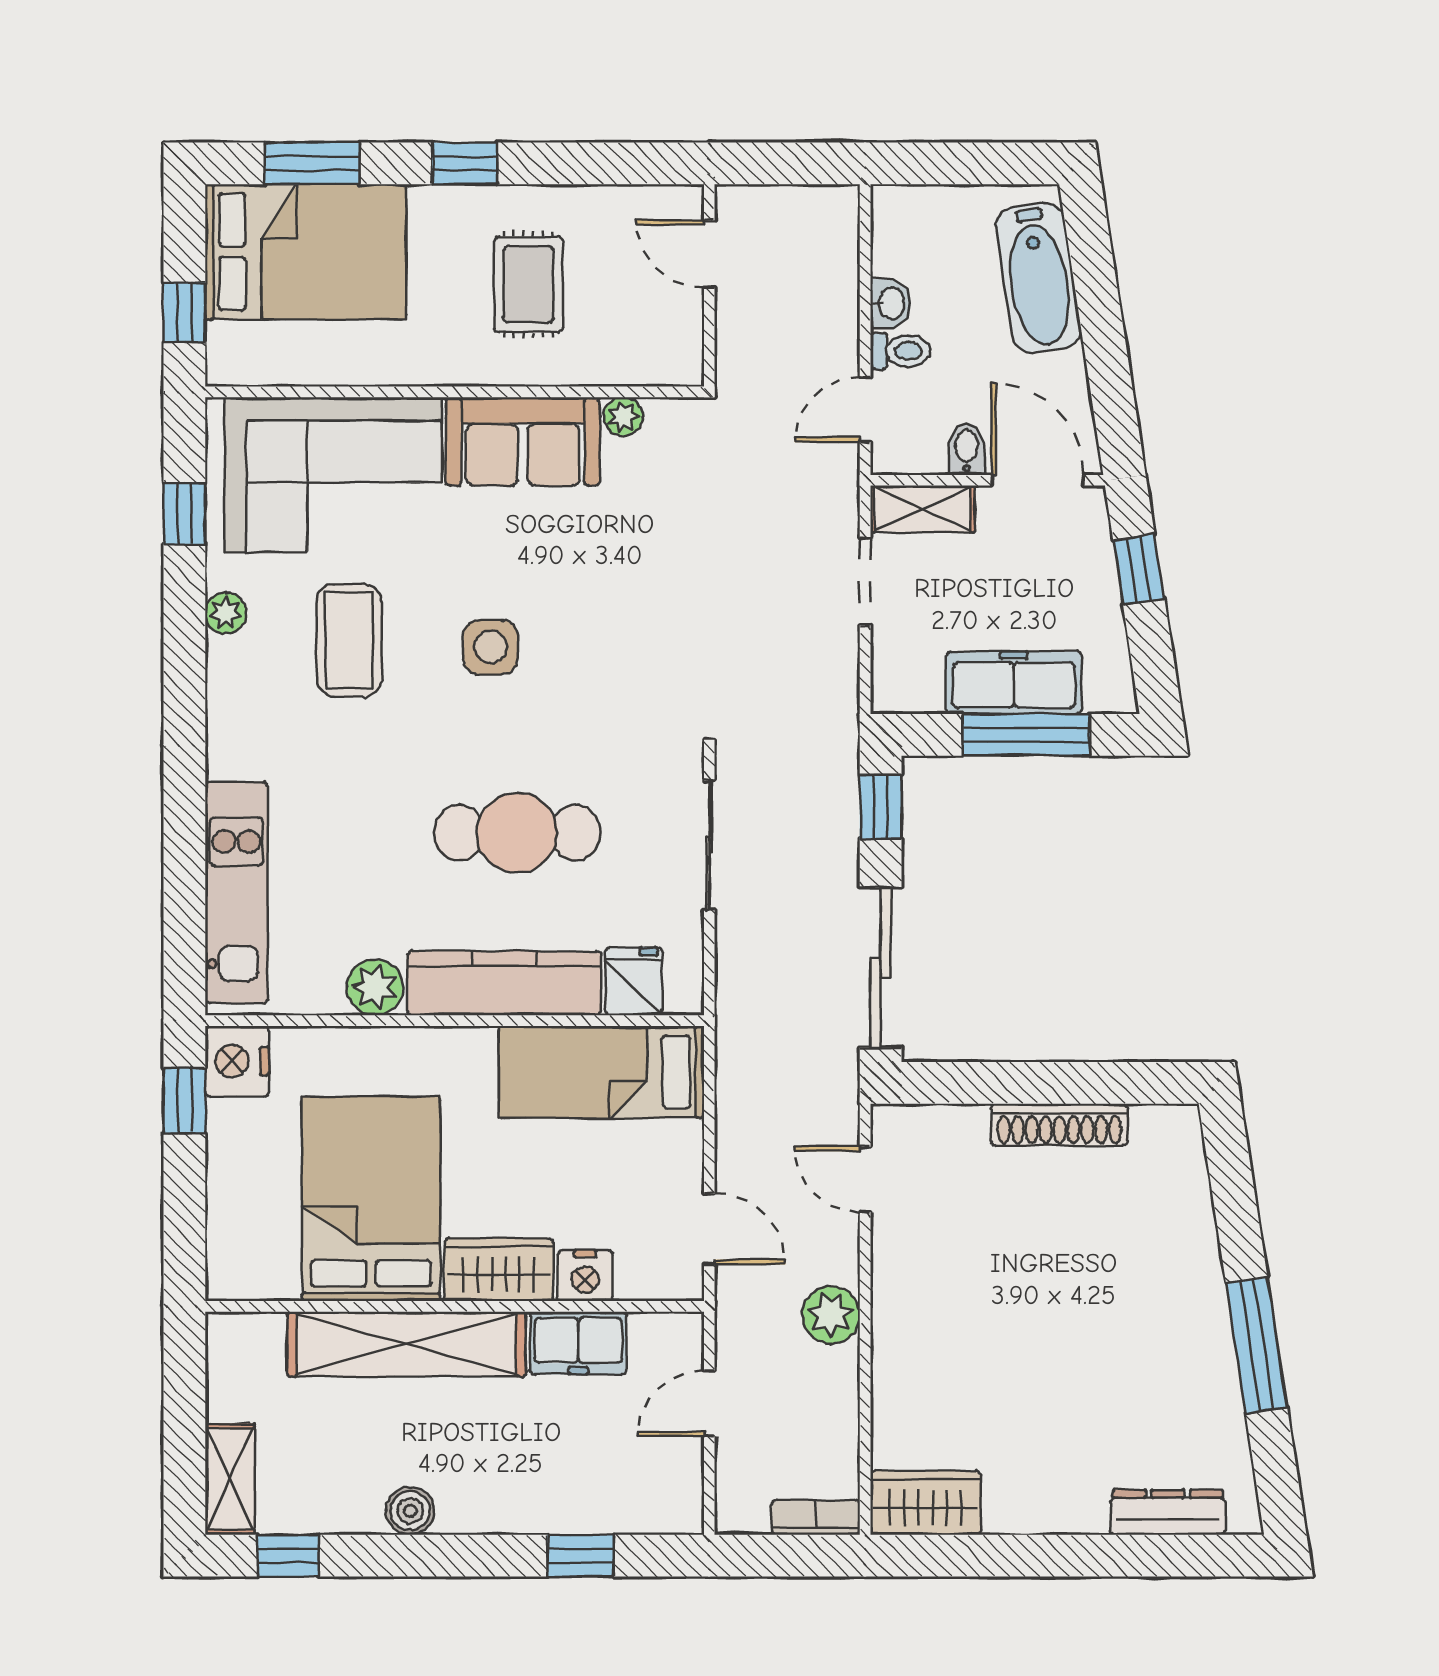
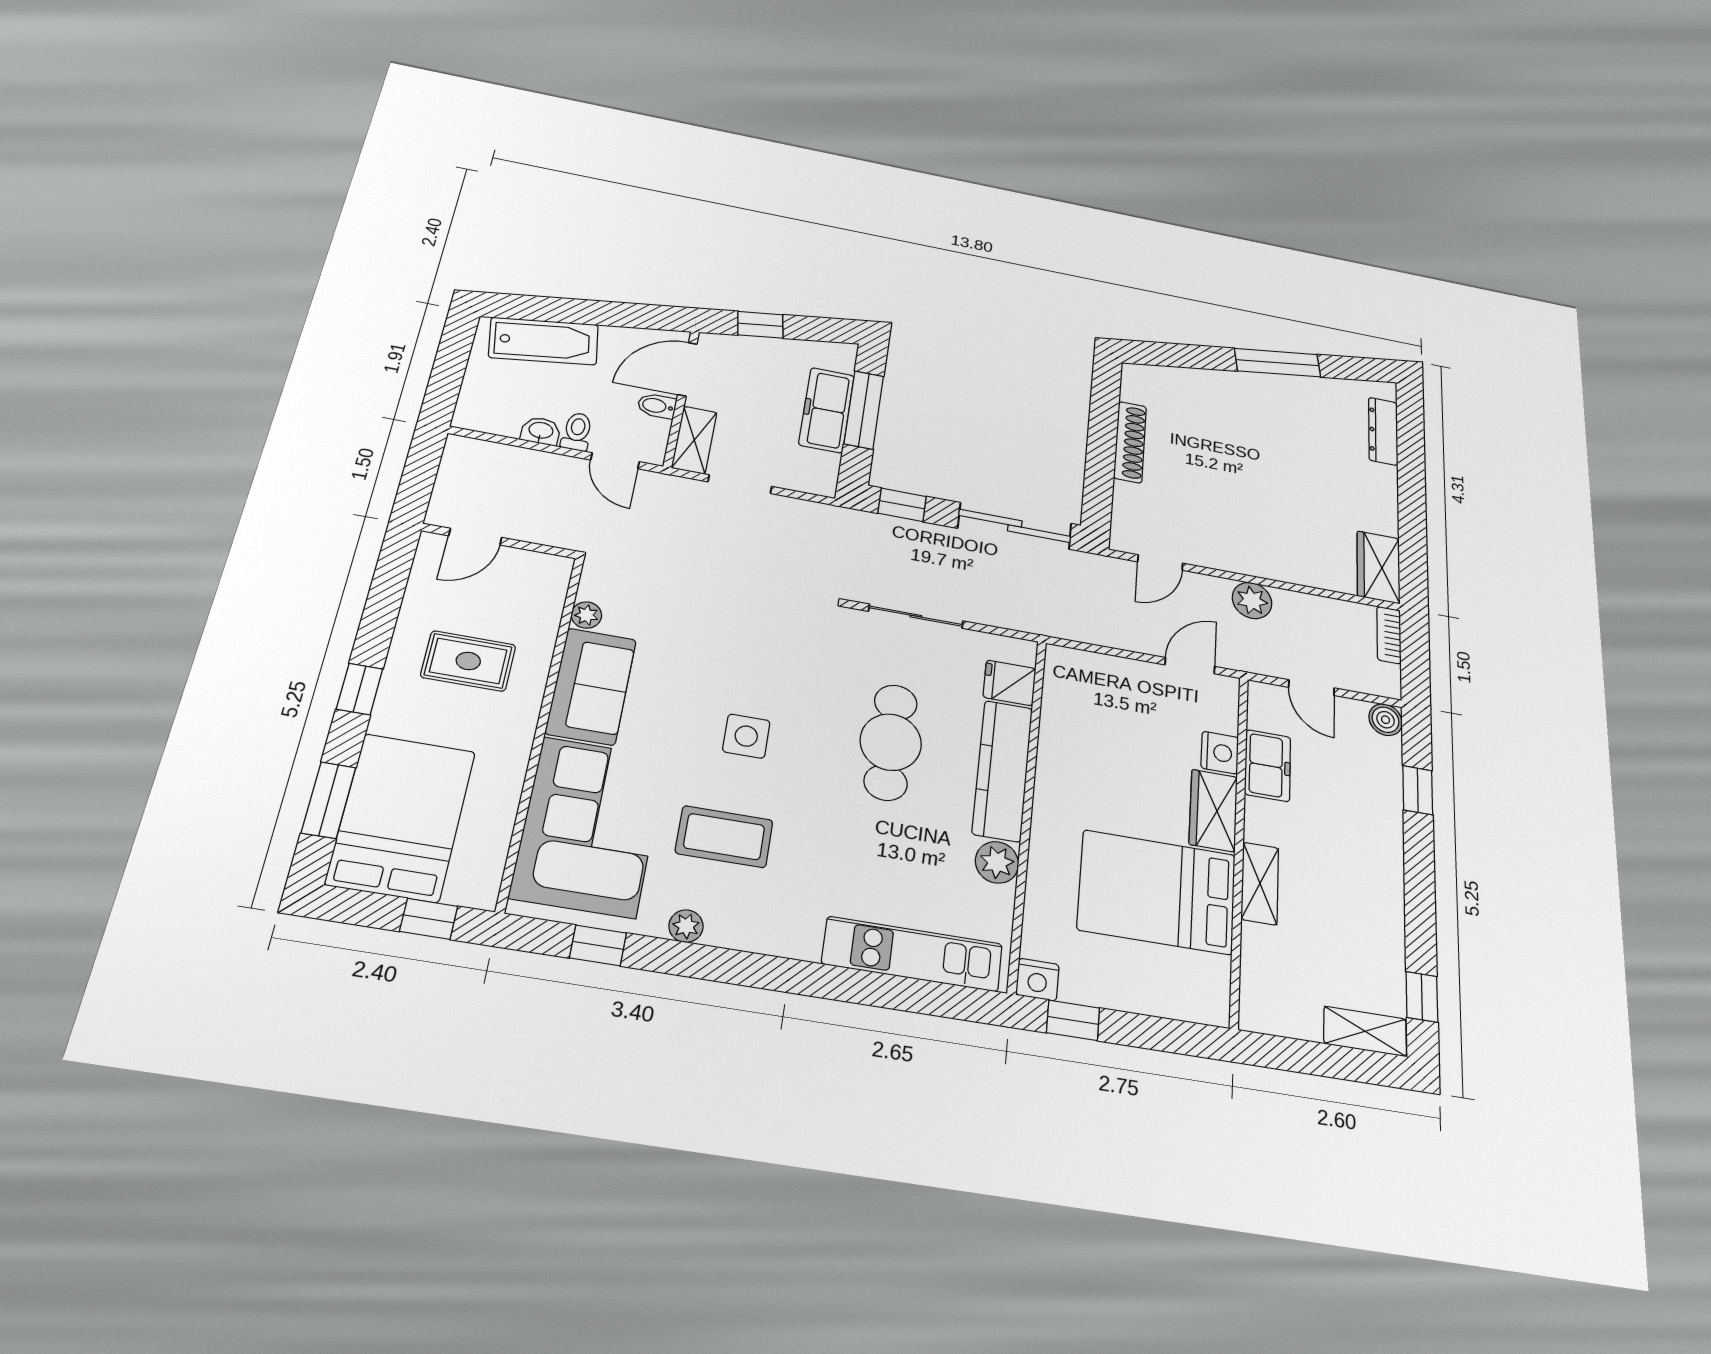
nightstand: (237, 1061) -> (1037, 980), width x0.74, depth x0.75
bed: (601, 1072) -> (1074, 716), removed
shelving: (407, 1344) -> (1260, 883), width x0.45, depth x0.75
boiler: (410, 1511) -> (1386, 720), moved

